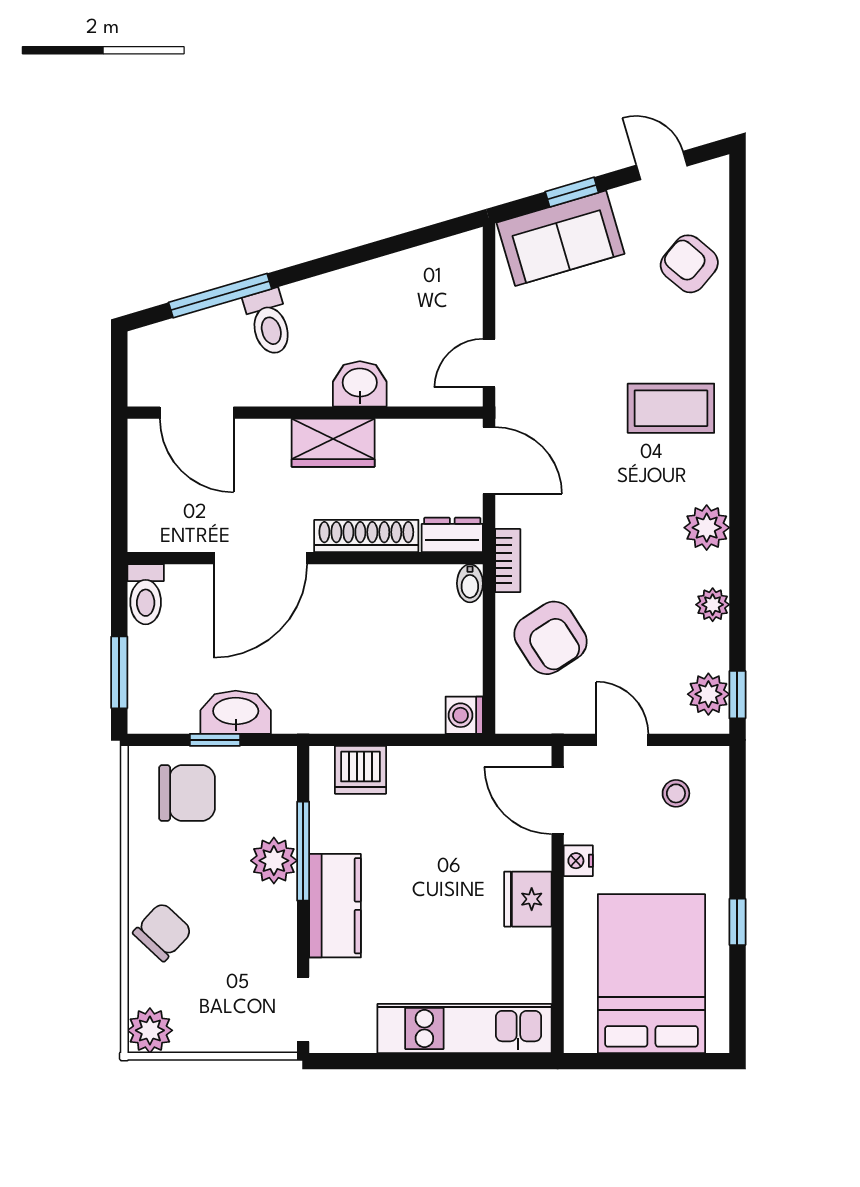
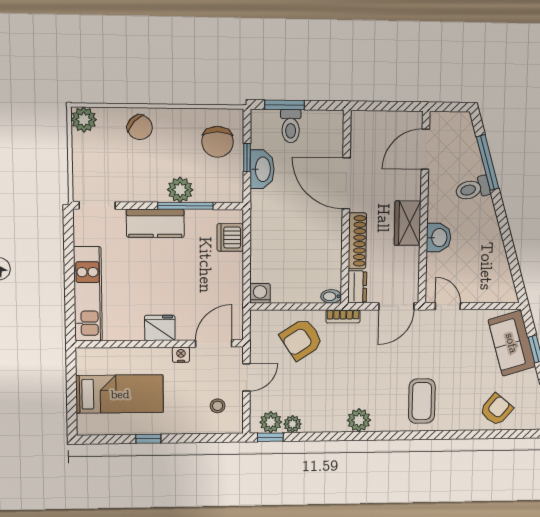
toilet: (146, 594) -> (291, 126), moved, turned -90
plant: (713, 605) -> (292, 424), moved
bed: (651, 974) -> (120, 394), width x0.67

